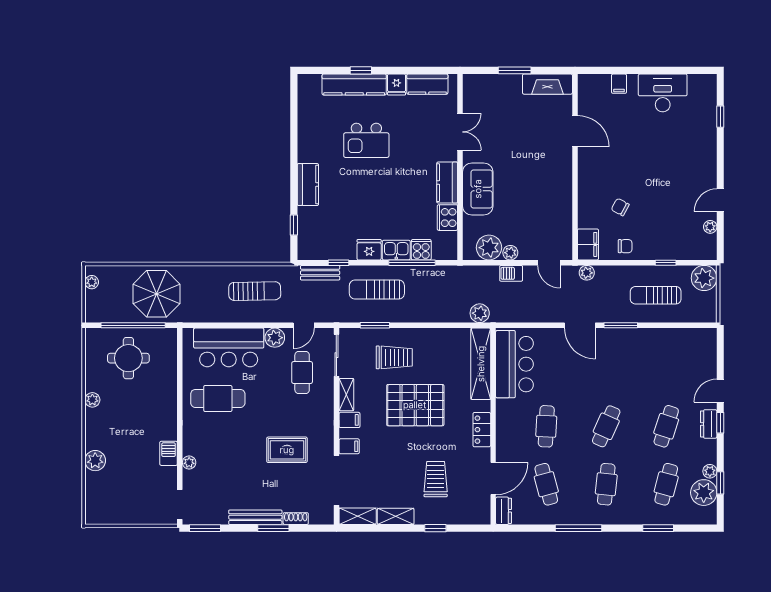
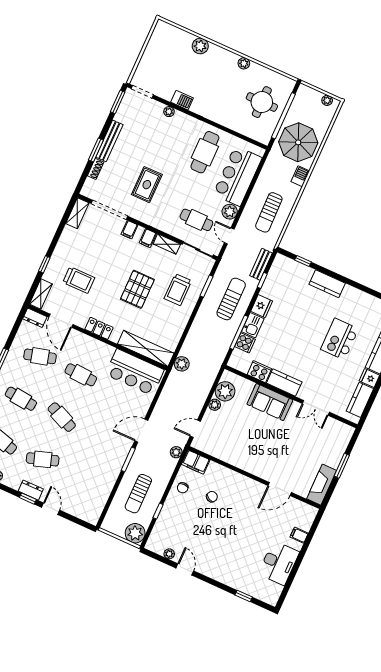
barbecue: (511, 273) -> (300, 176), moved
sun lounger: (656, 295) -> (138, 494), turned 180
pallet: (415, 405) -> (137, 289), width x0.73, depth x0.71
cafe table: (666, 426) -> (43, 459), turned -36
shelving: (396, 516) -> (41, 294), moved

